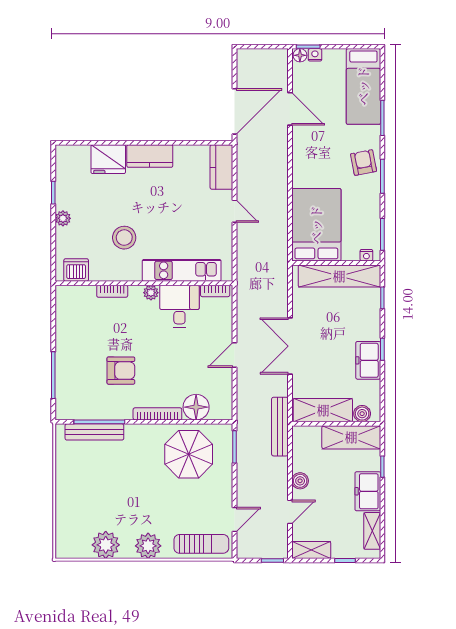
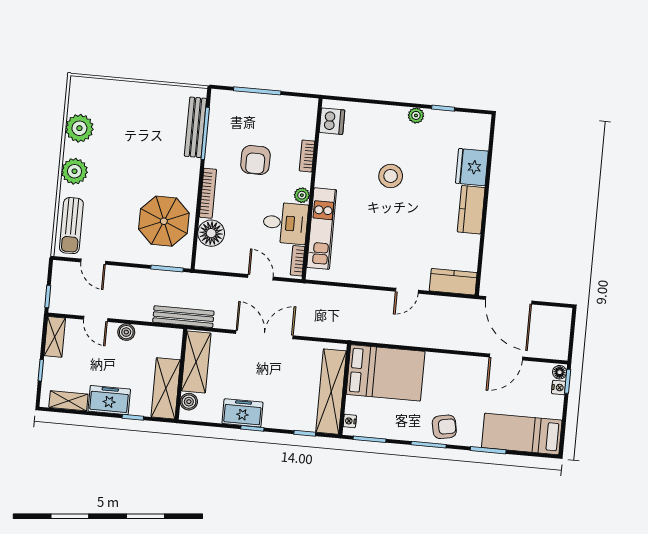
dishwasher: (76, 270) -> (332, 121), moved
kitchen unit: (182, 270) -> (322, 229), moved
wall: (144, 283) -> (312, 189), moved
bookcase: (112, 291) -> (307, 156), moved
bookcase: (215, 291) -> (298, 261), moved
plant: (151, 293) -> (302, 195), moved
desk: (179, 306) -> (285, 223), moved

